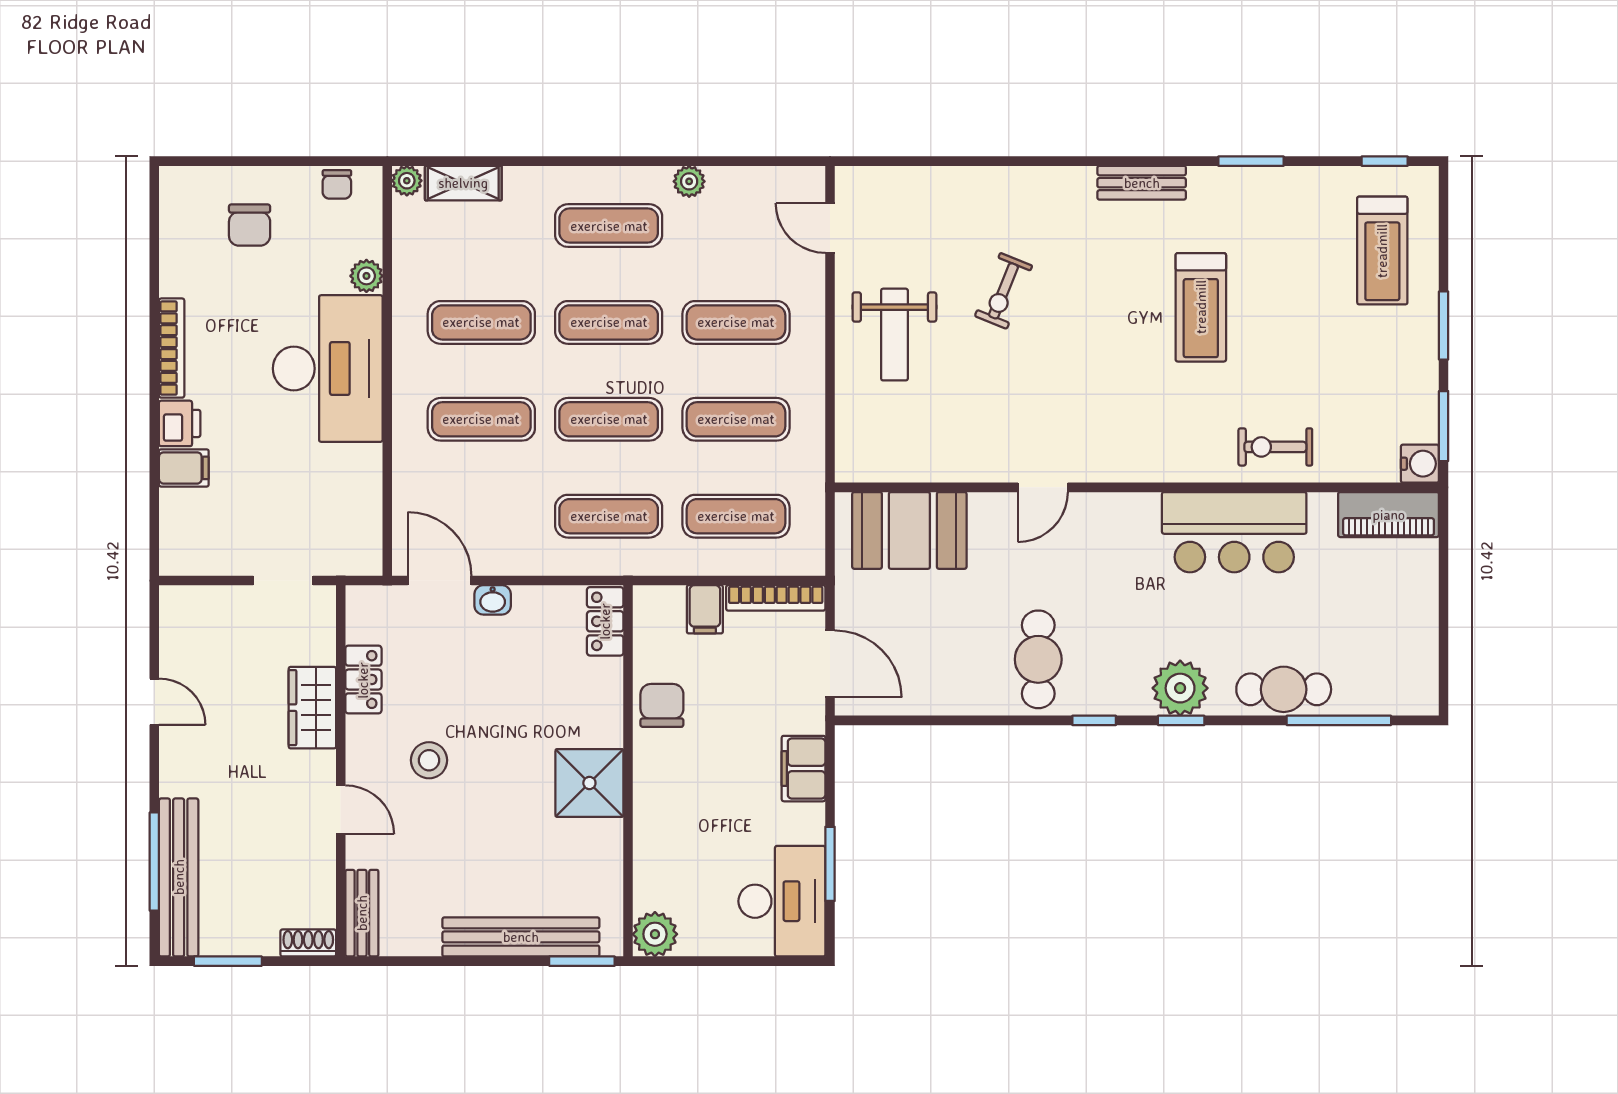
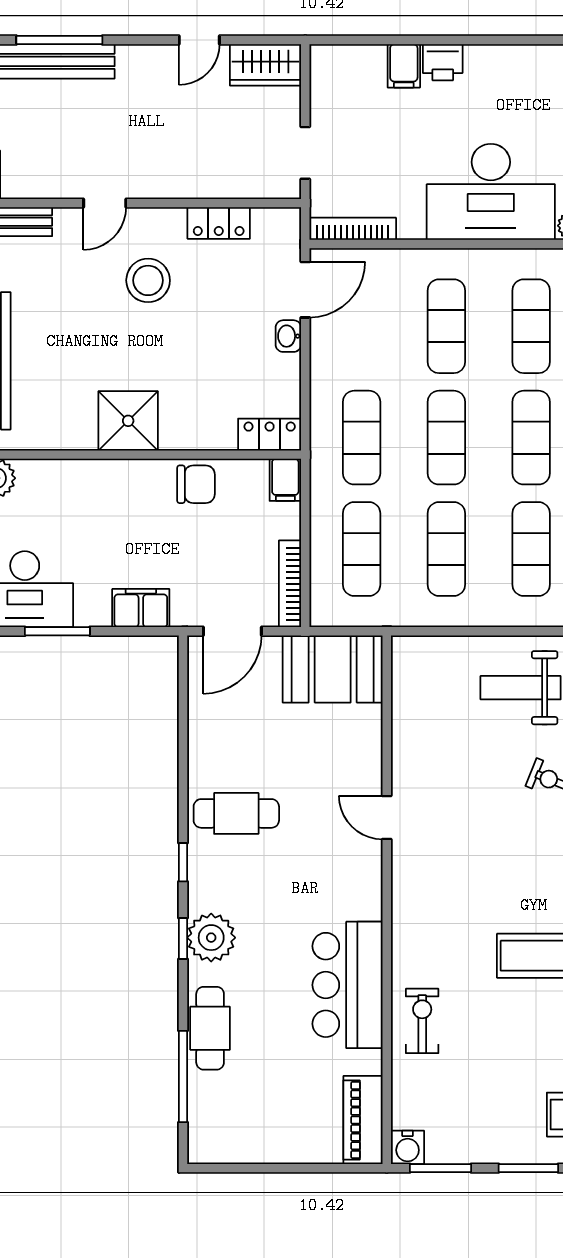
bookcase: (172, 348) -> (353, 229), moved, turned 180
booth: (909, 530) -> (333, 669), moved, turned 90
filing cabinet: (705, 609) -> (285, 480), moved, turned -90
wardrobe: (312, 708) -> (265, 65), moved, turned 180
stool: (429, 760) -> (148, 280), width x1.38, depth x1.38

